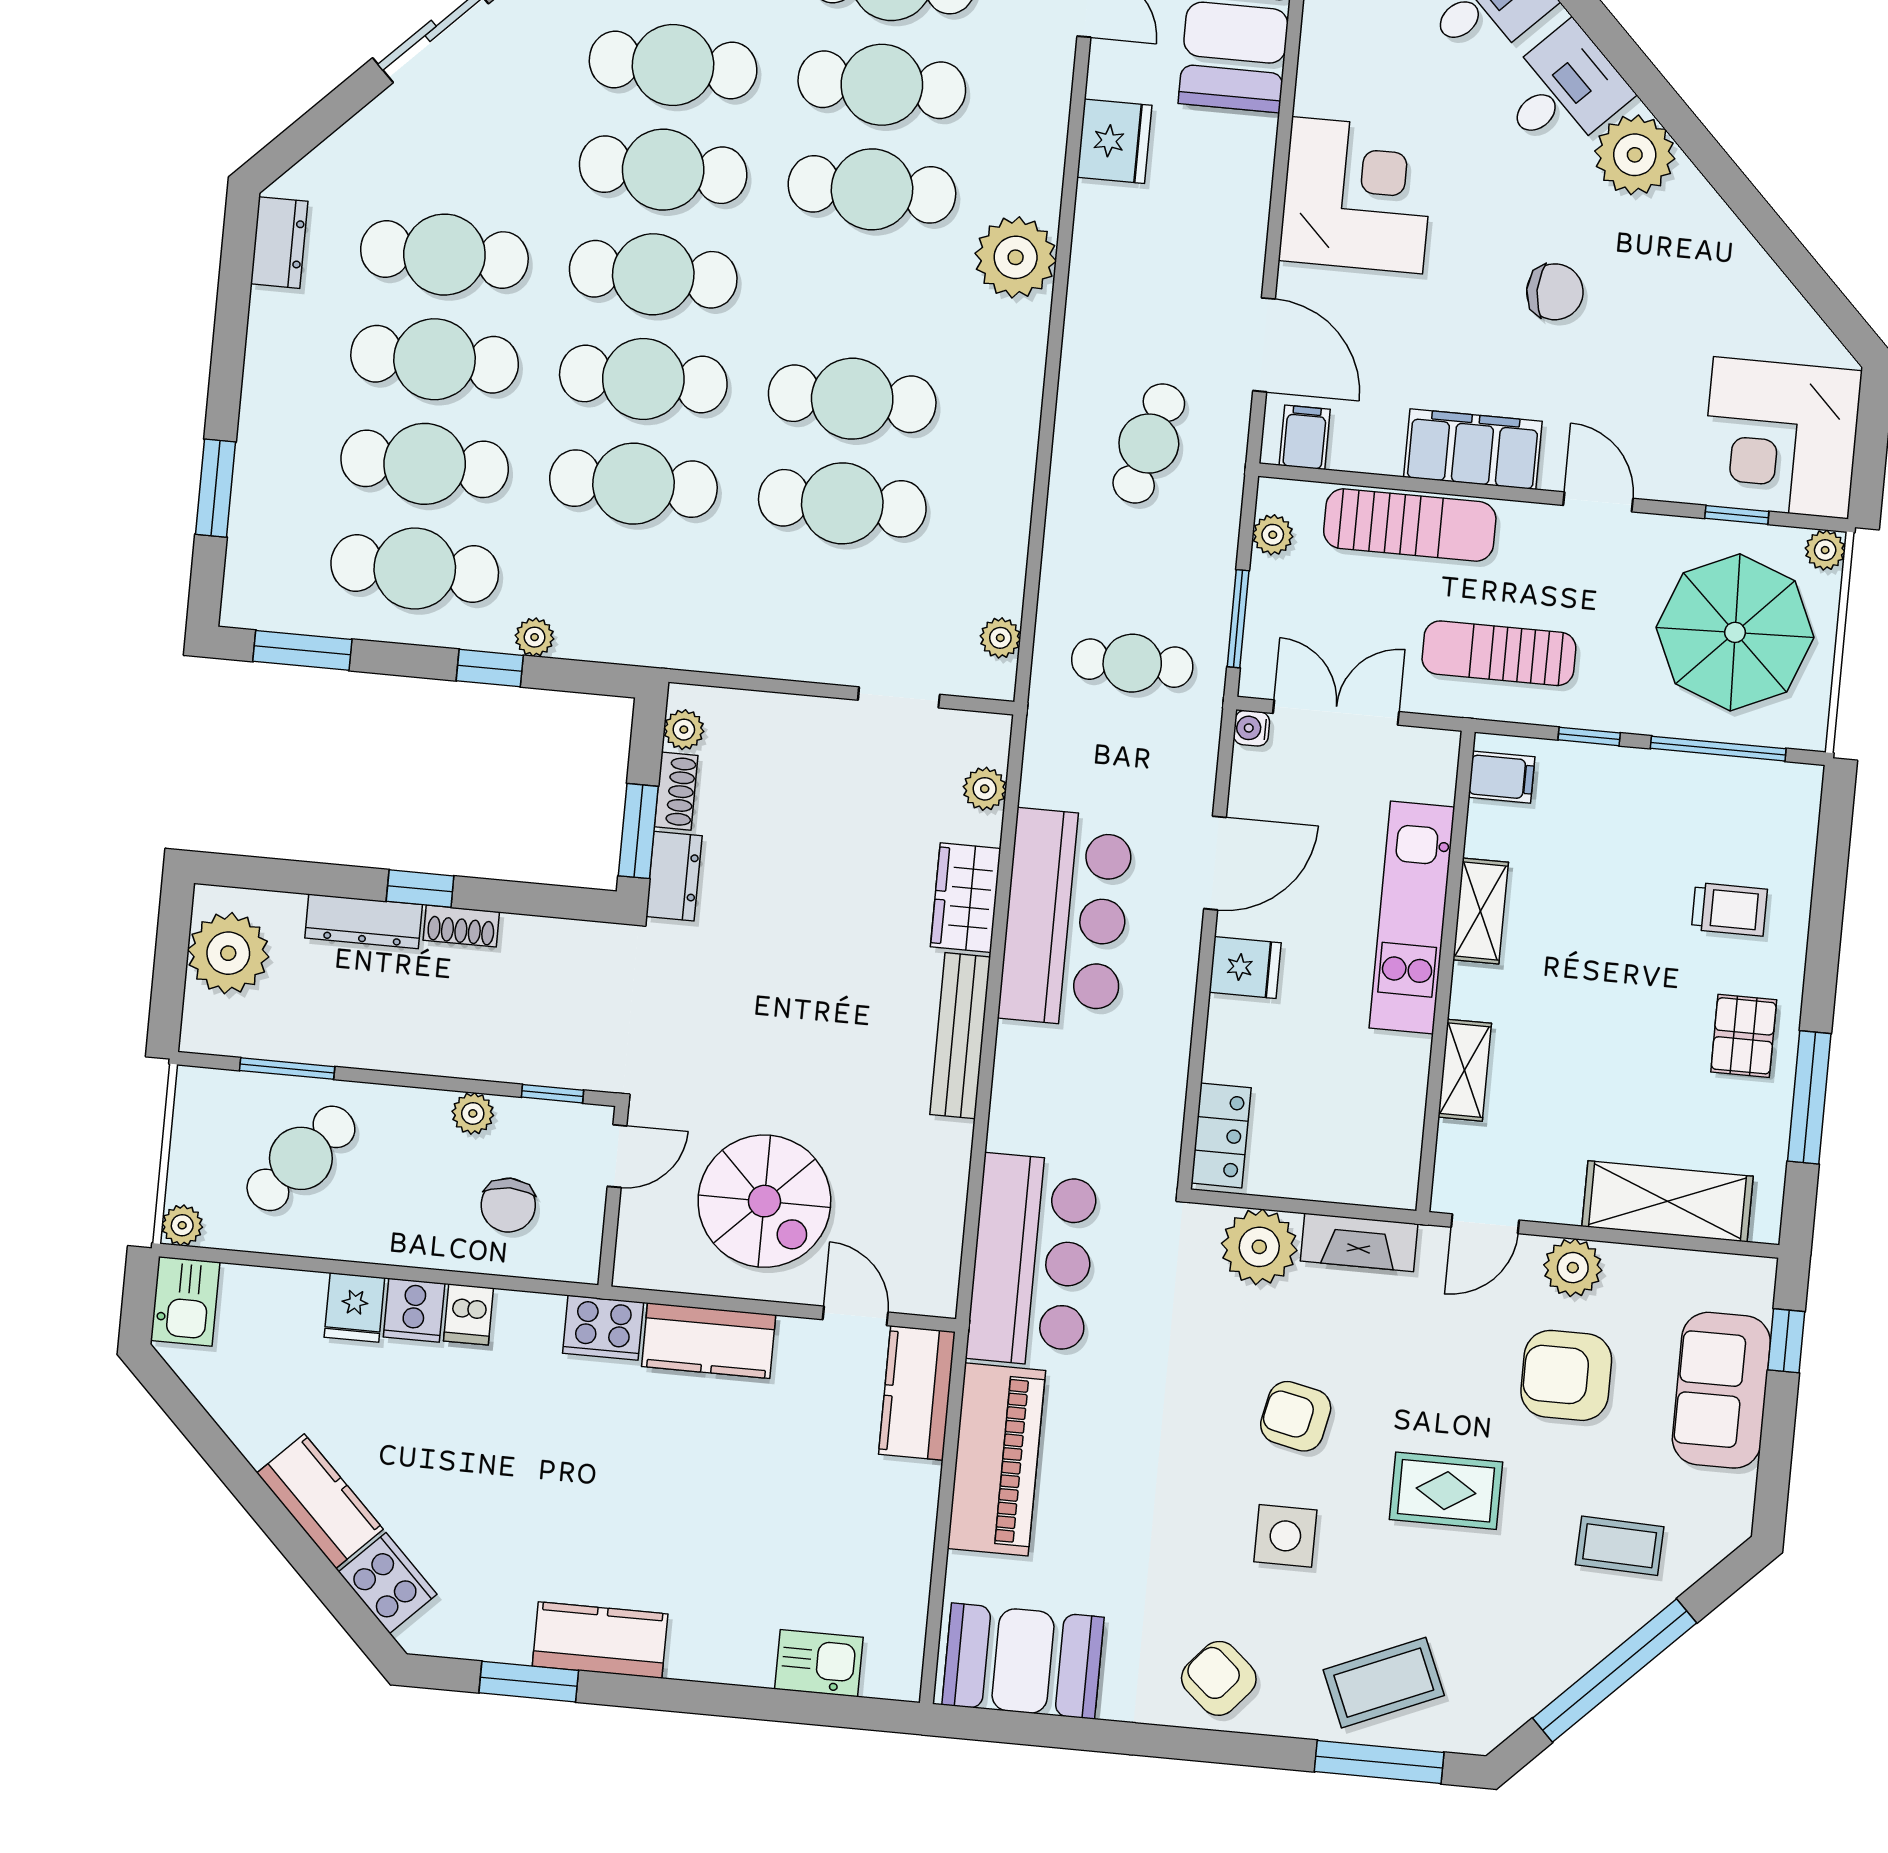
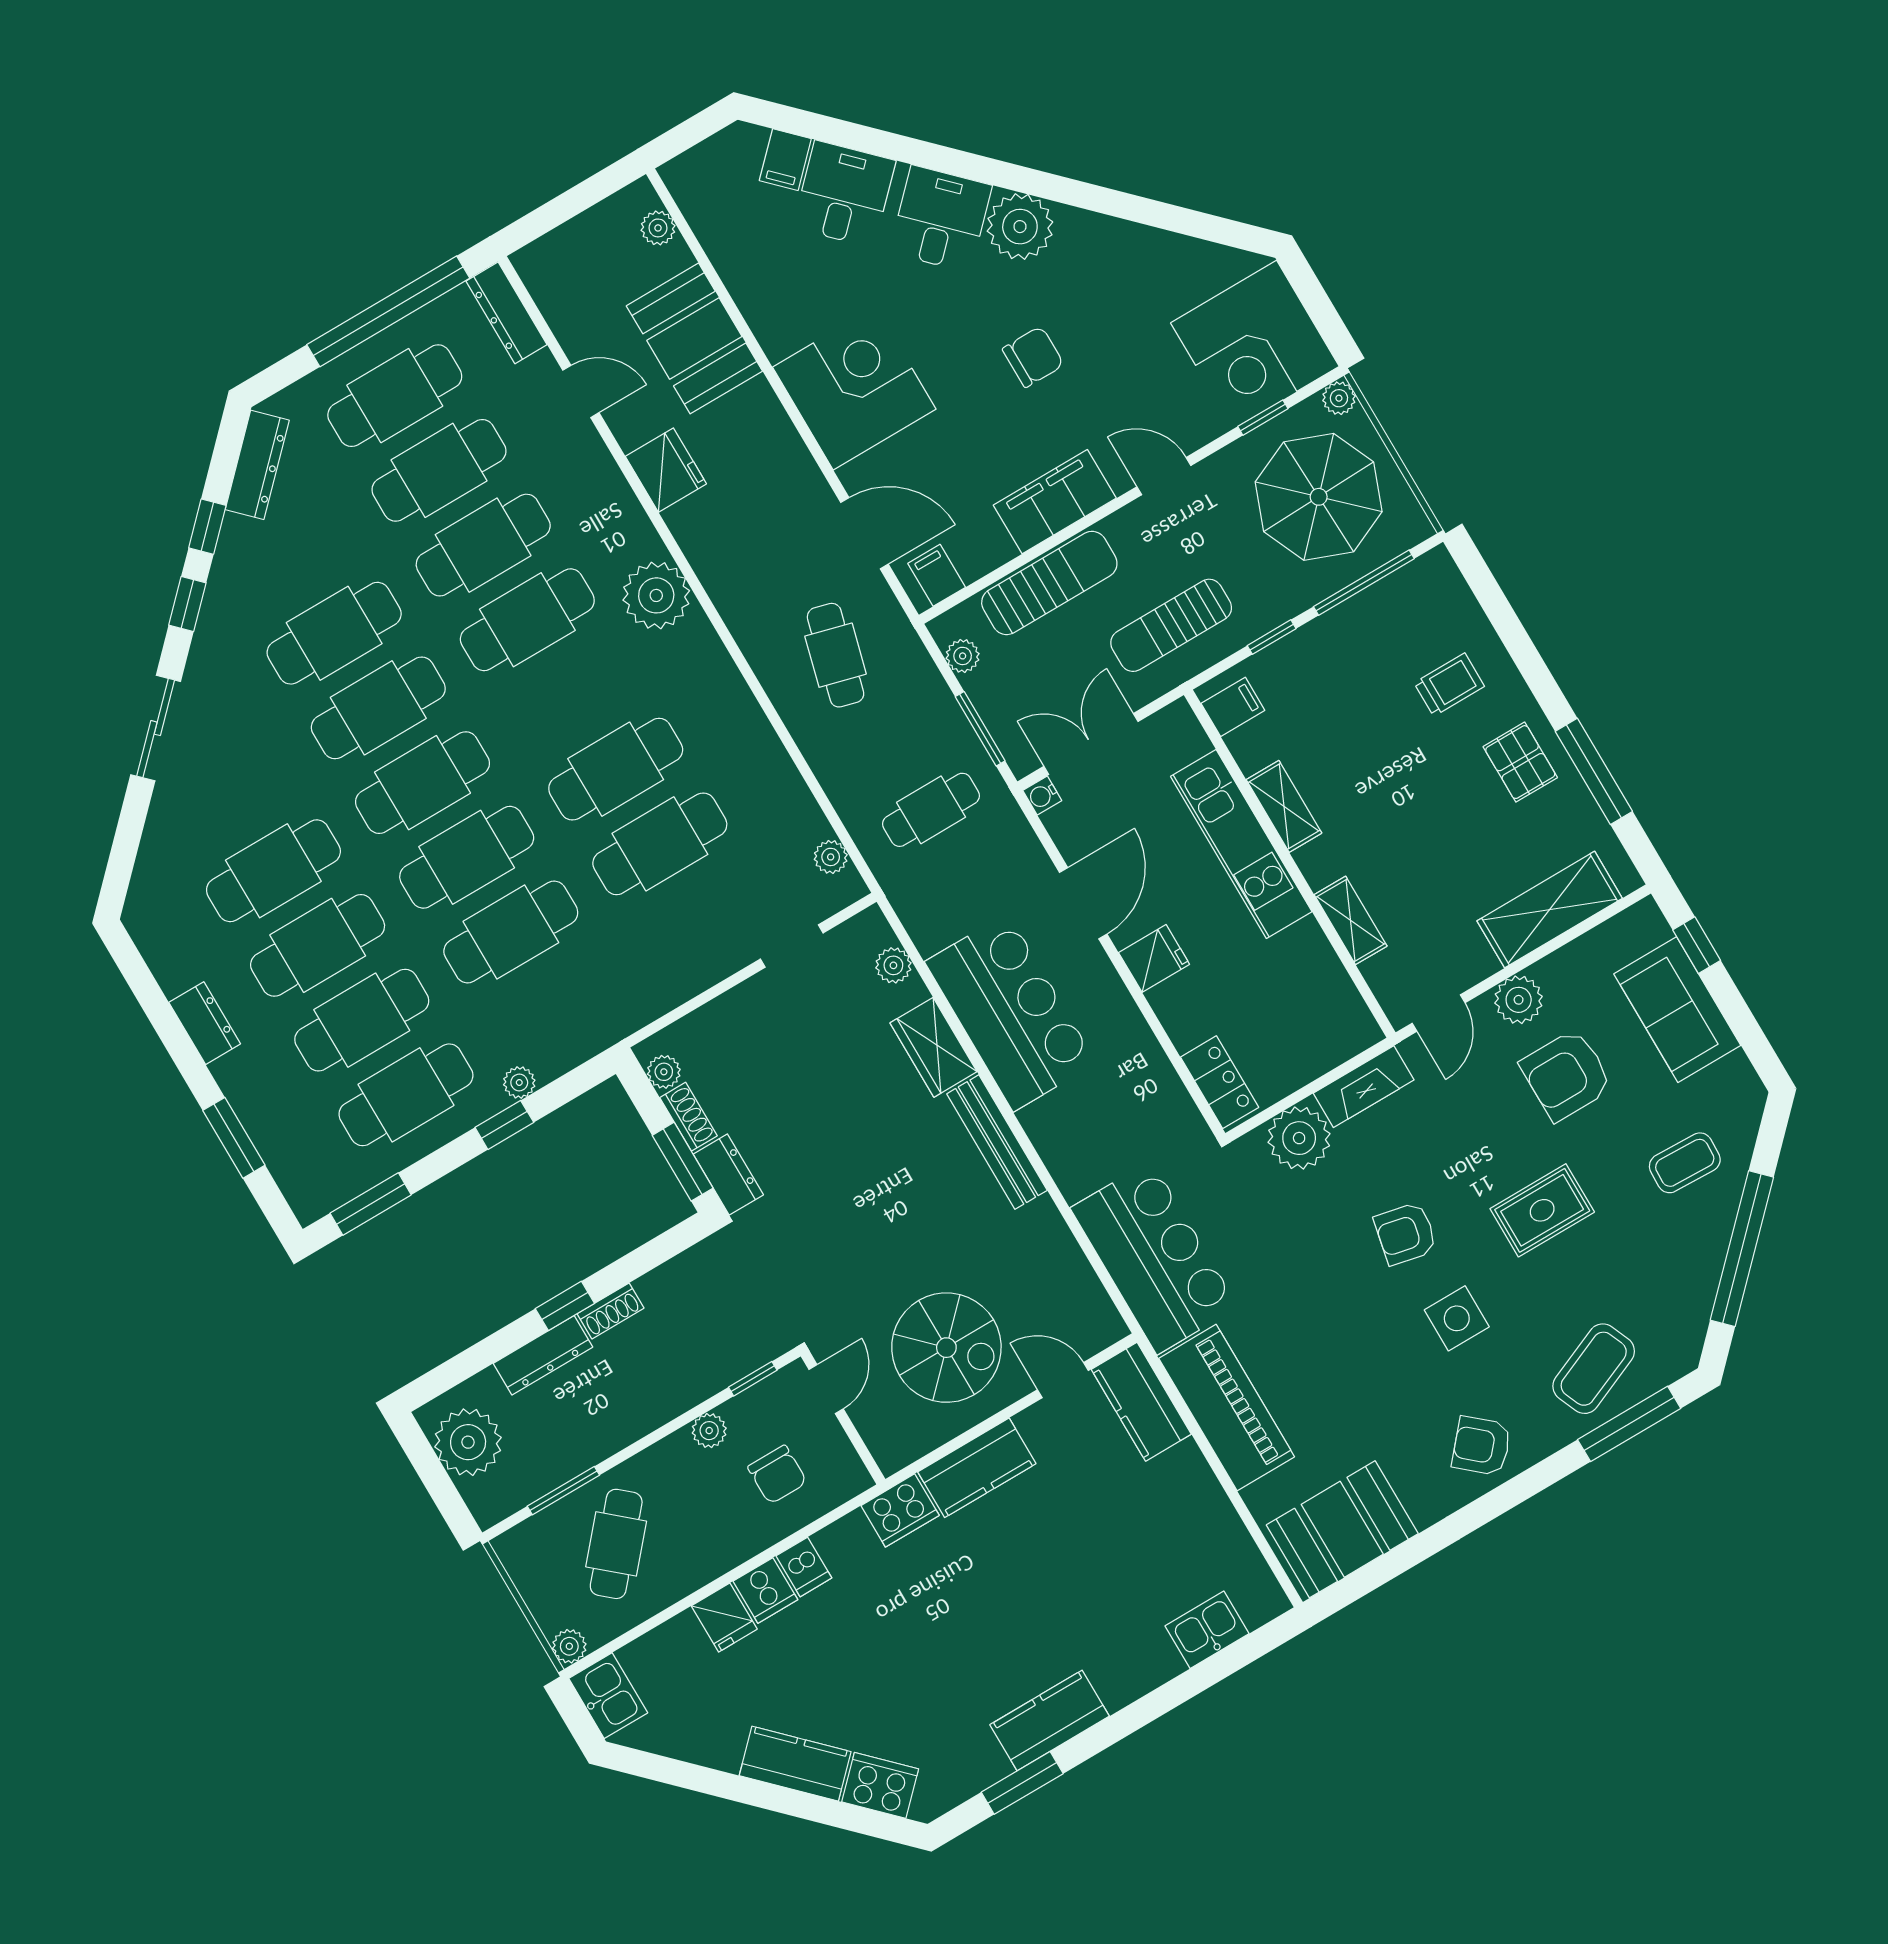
dresser: (279, 243) -> (205, 1023), moved

